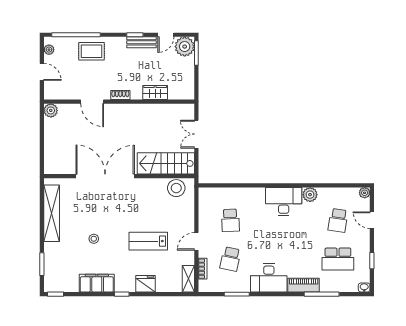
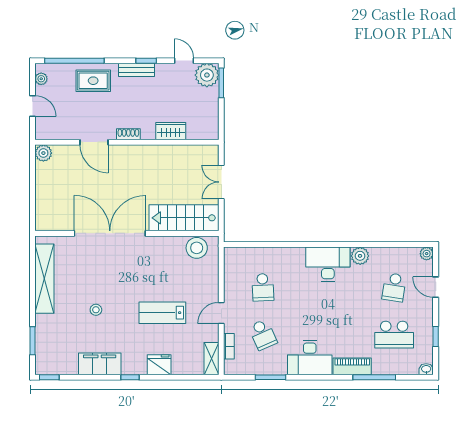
door: (166, 35) -> (184, 61), swing flipped
bench: (141, 42) -> (136, 70), moved
school desk: (230, 259) -> (263, 335), turned -36

